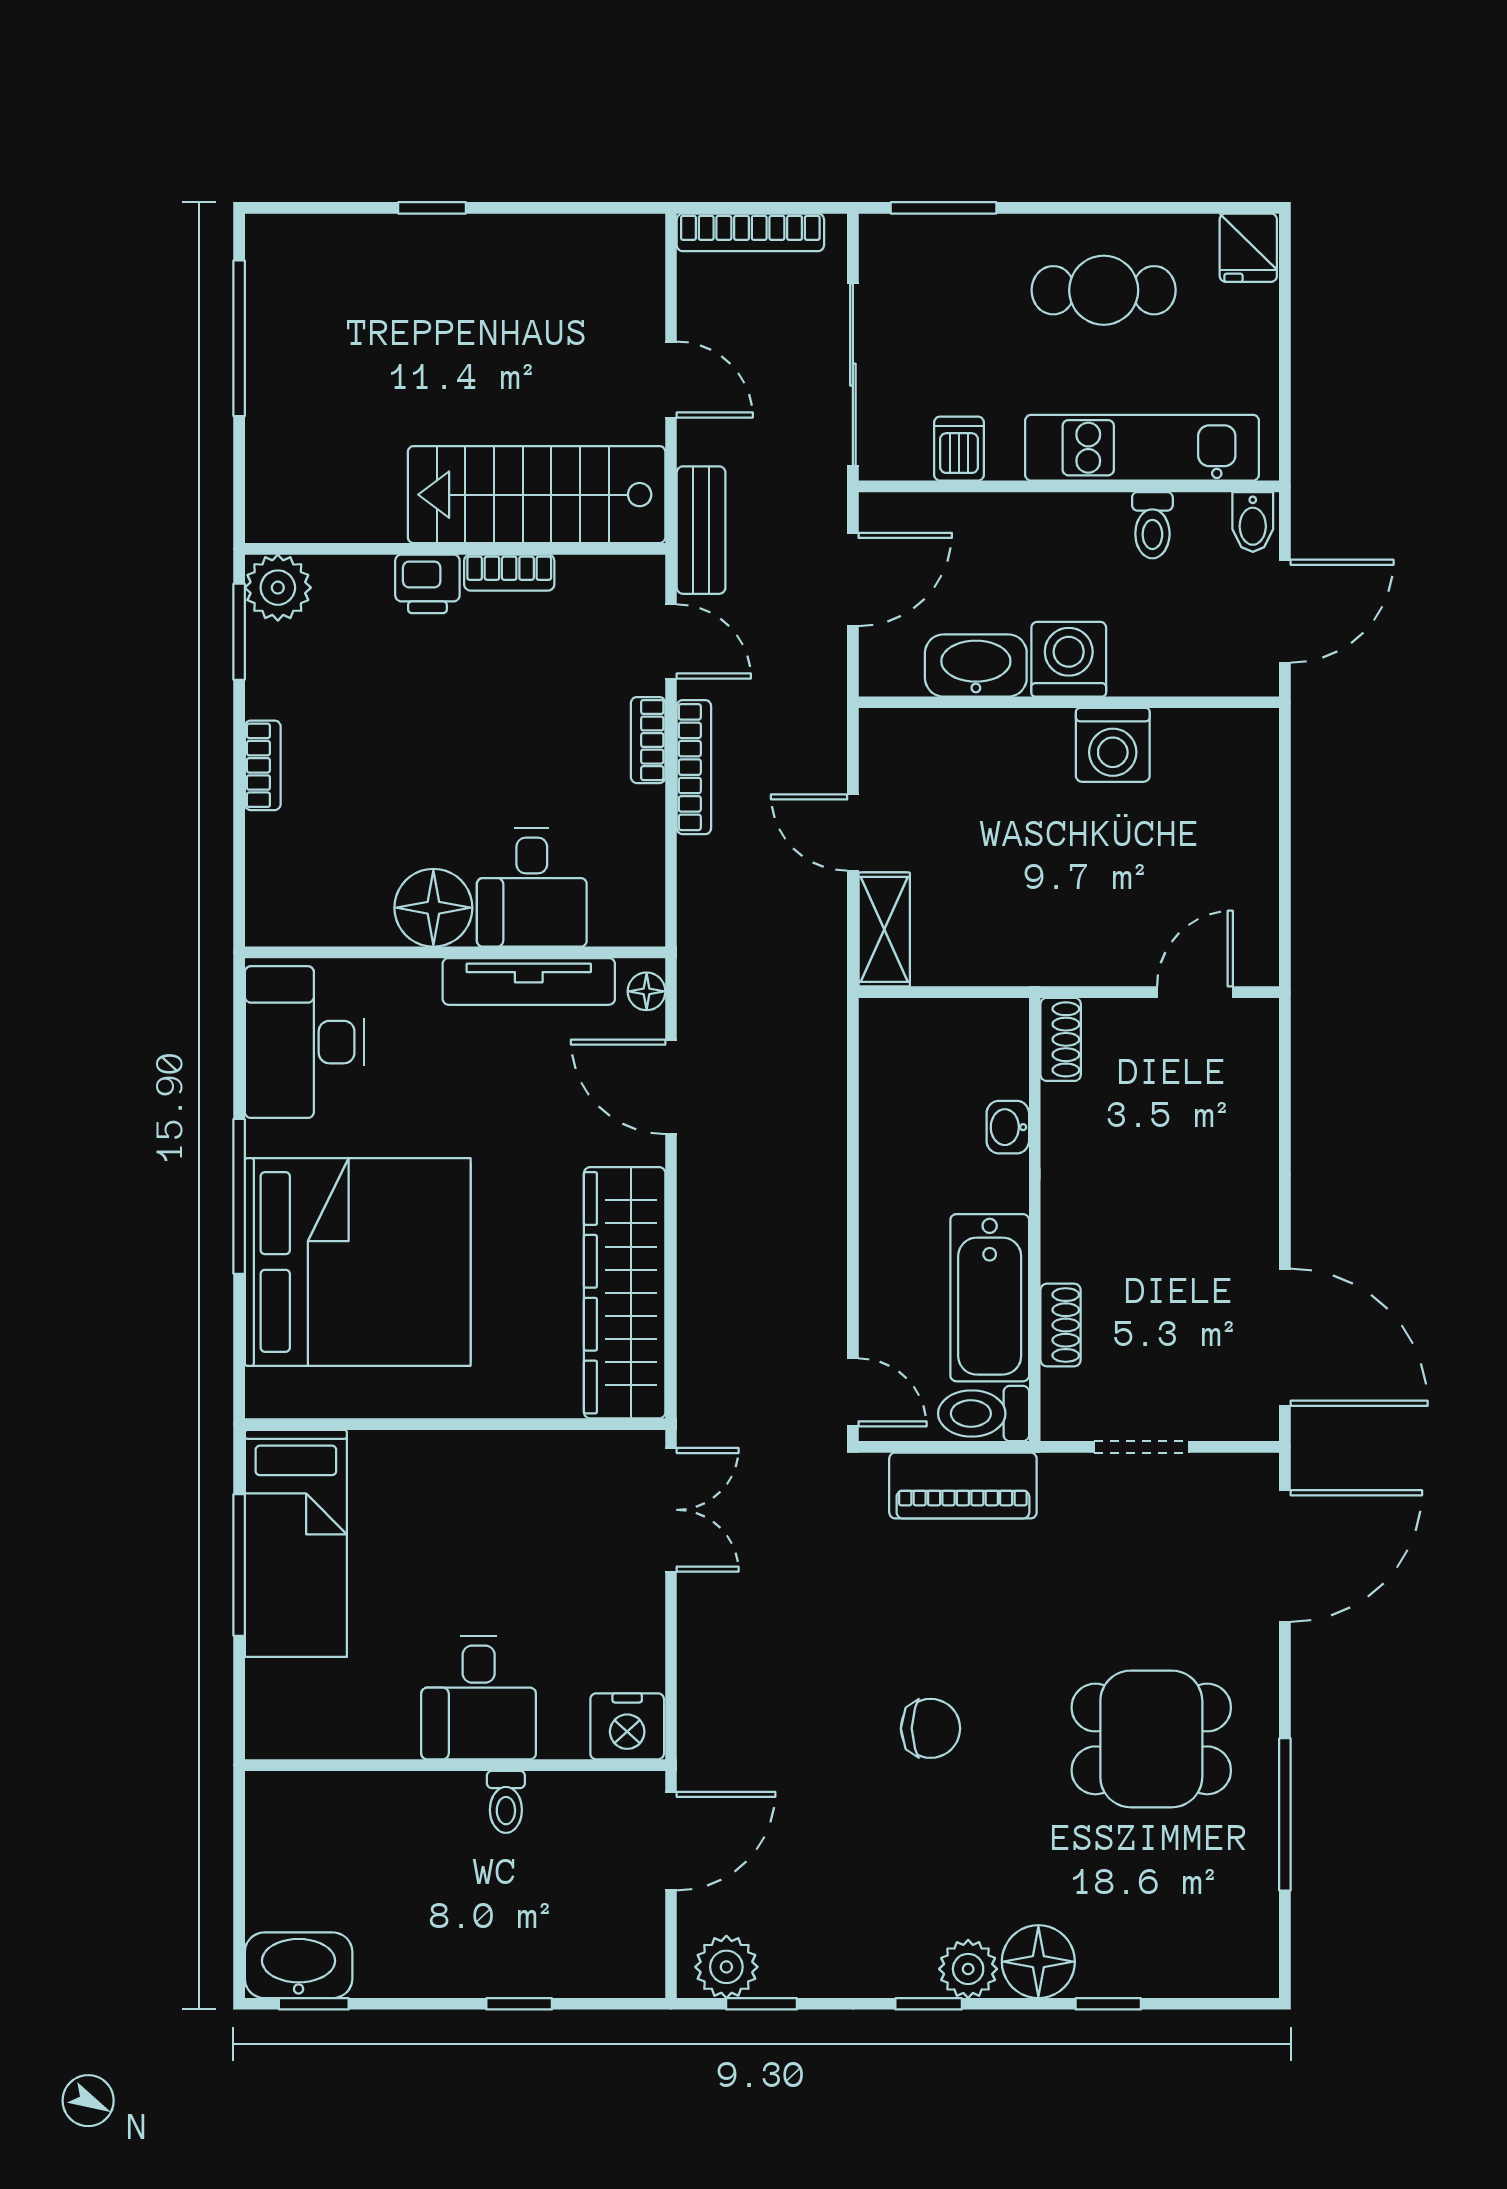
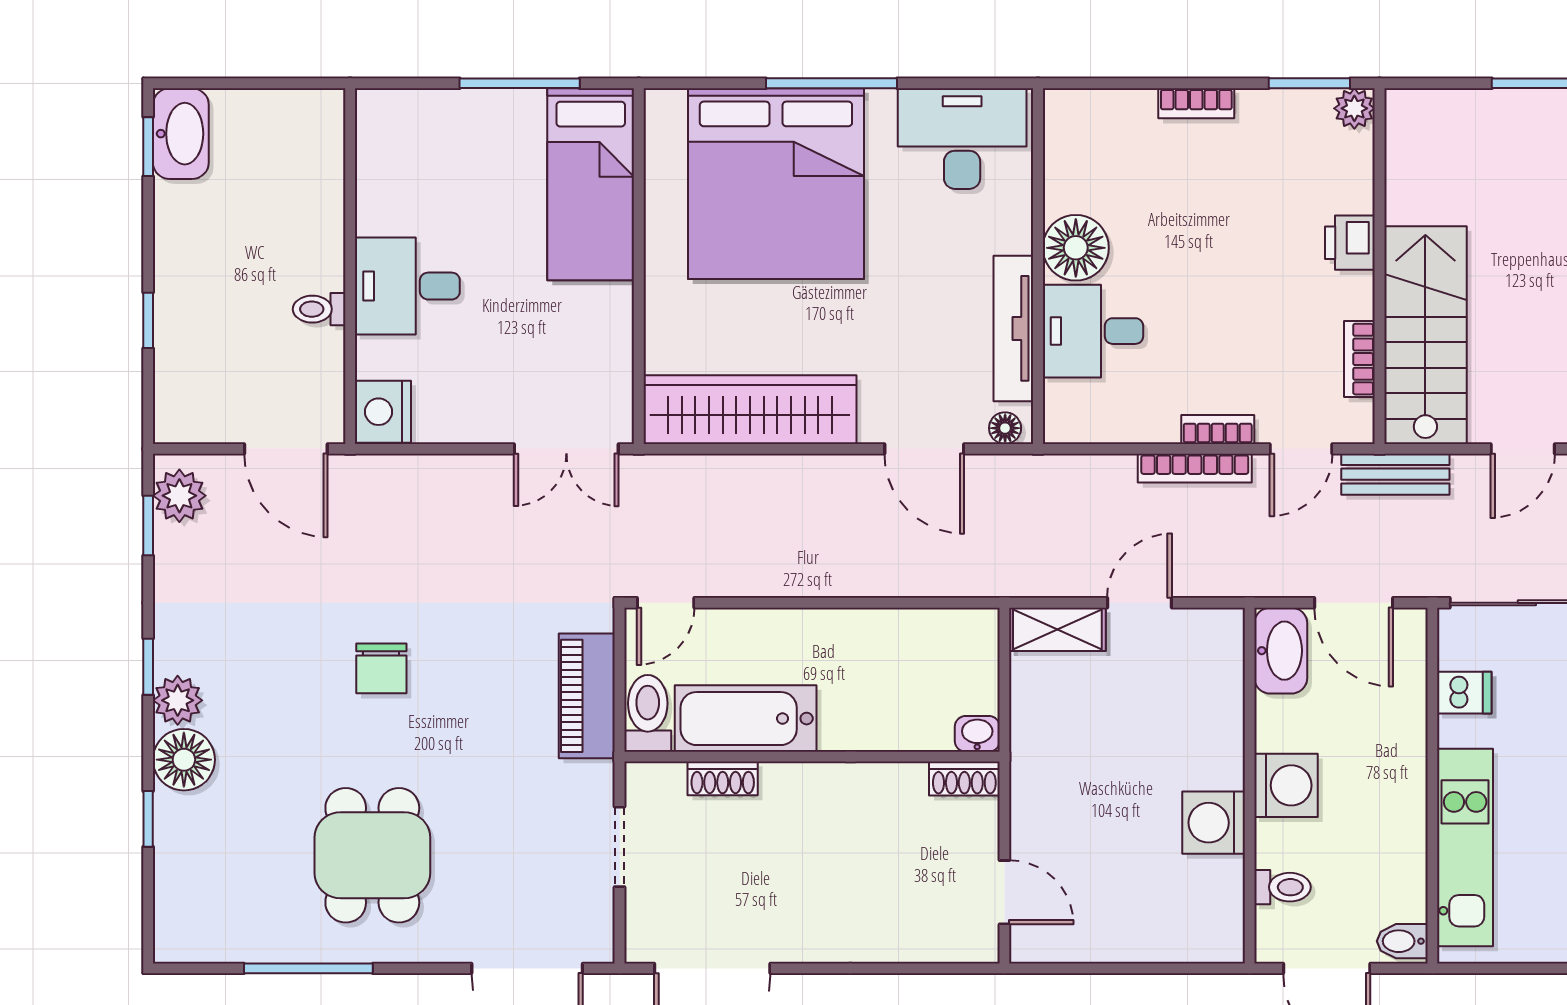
toilet: (1152, 525) -> (1282, 887), moved, turned 180
bookcase: (509, 573) -> (1359, 359), moved
plant: (278, 588) -> (1354, 108), width x0.73, depth x0.73
washbasin: (976, 666) -> (1281, 651), moved
door: (671, 1087) -> (924, 449), swing flipped
washbasin: (1008, 1127) -> (977, 734), moved
bed: (296, 1543) -> (591, 184), moved, turned -90

